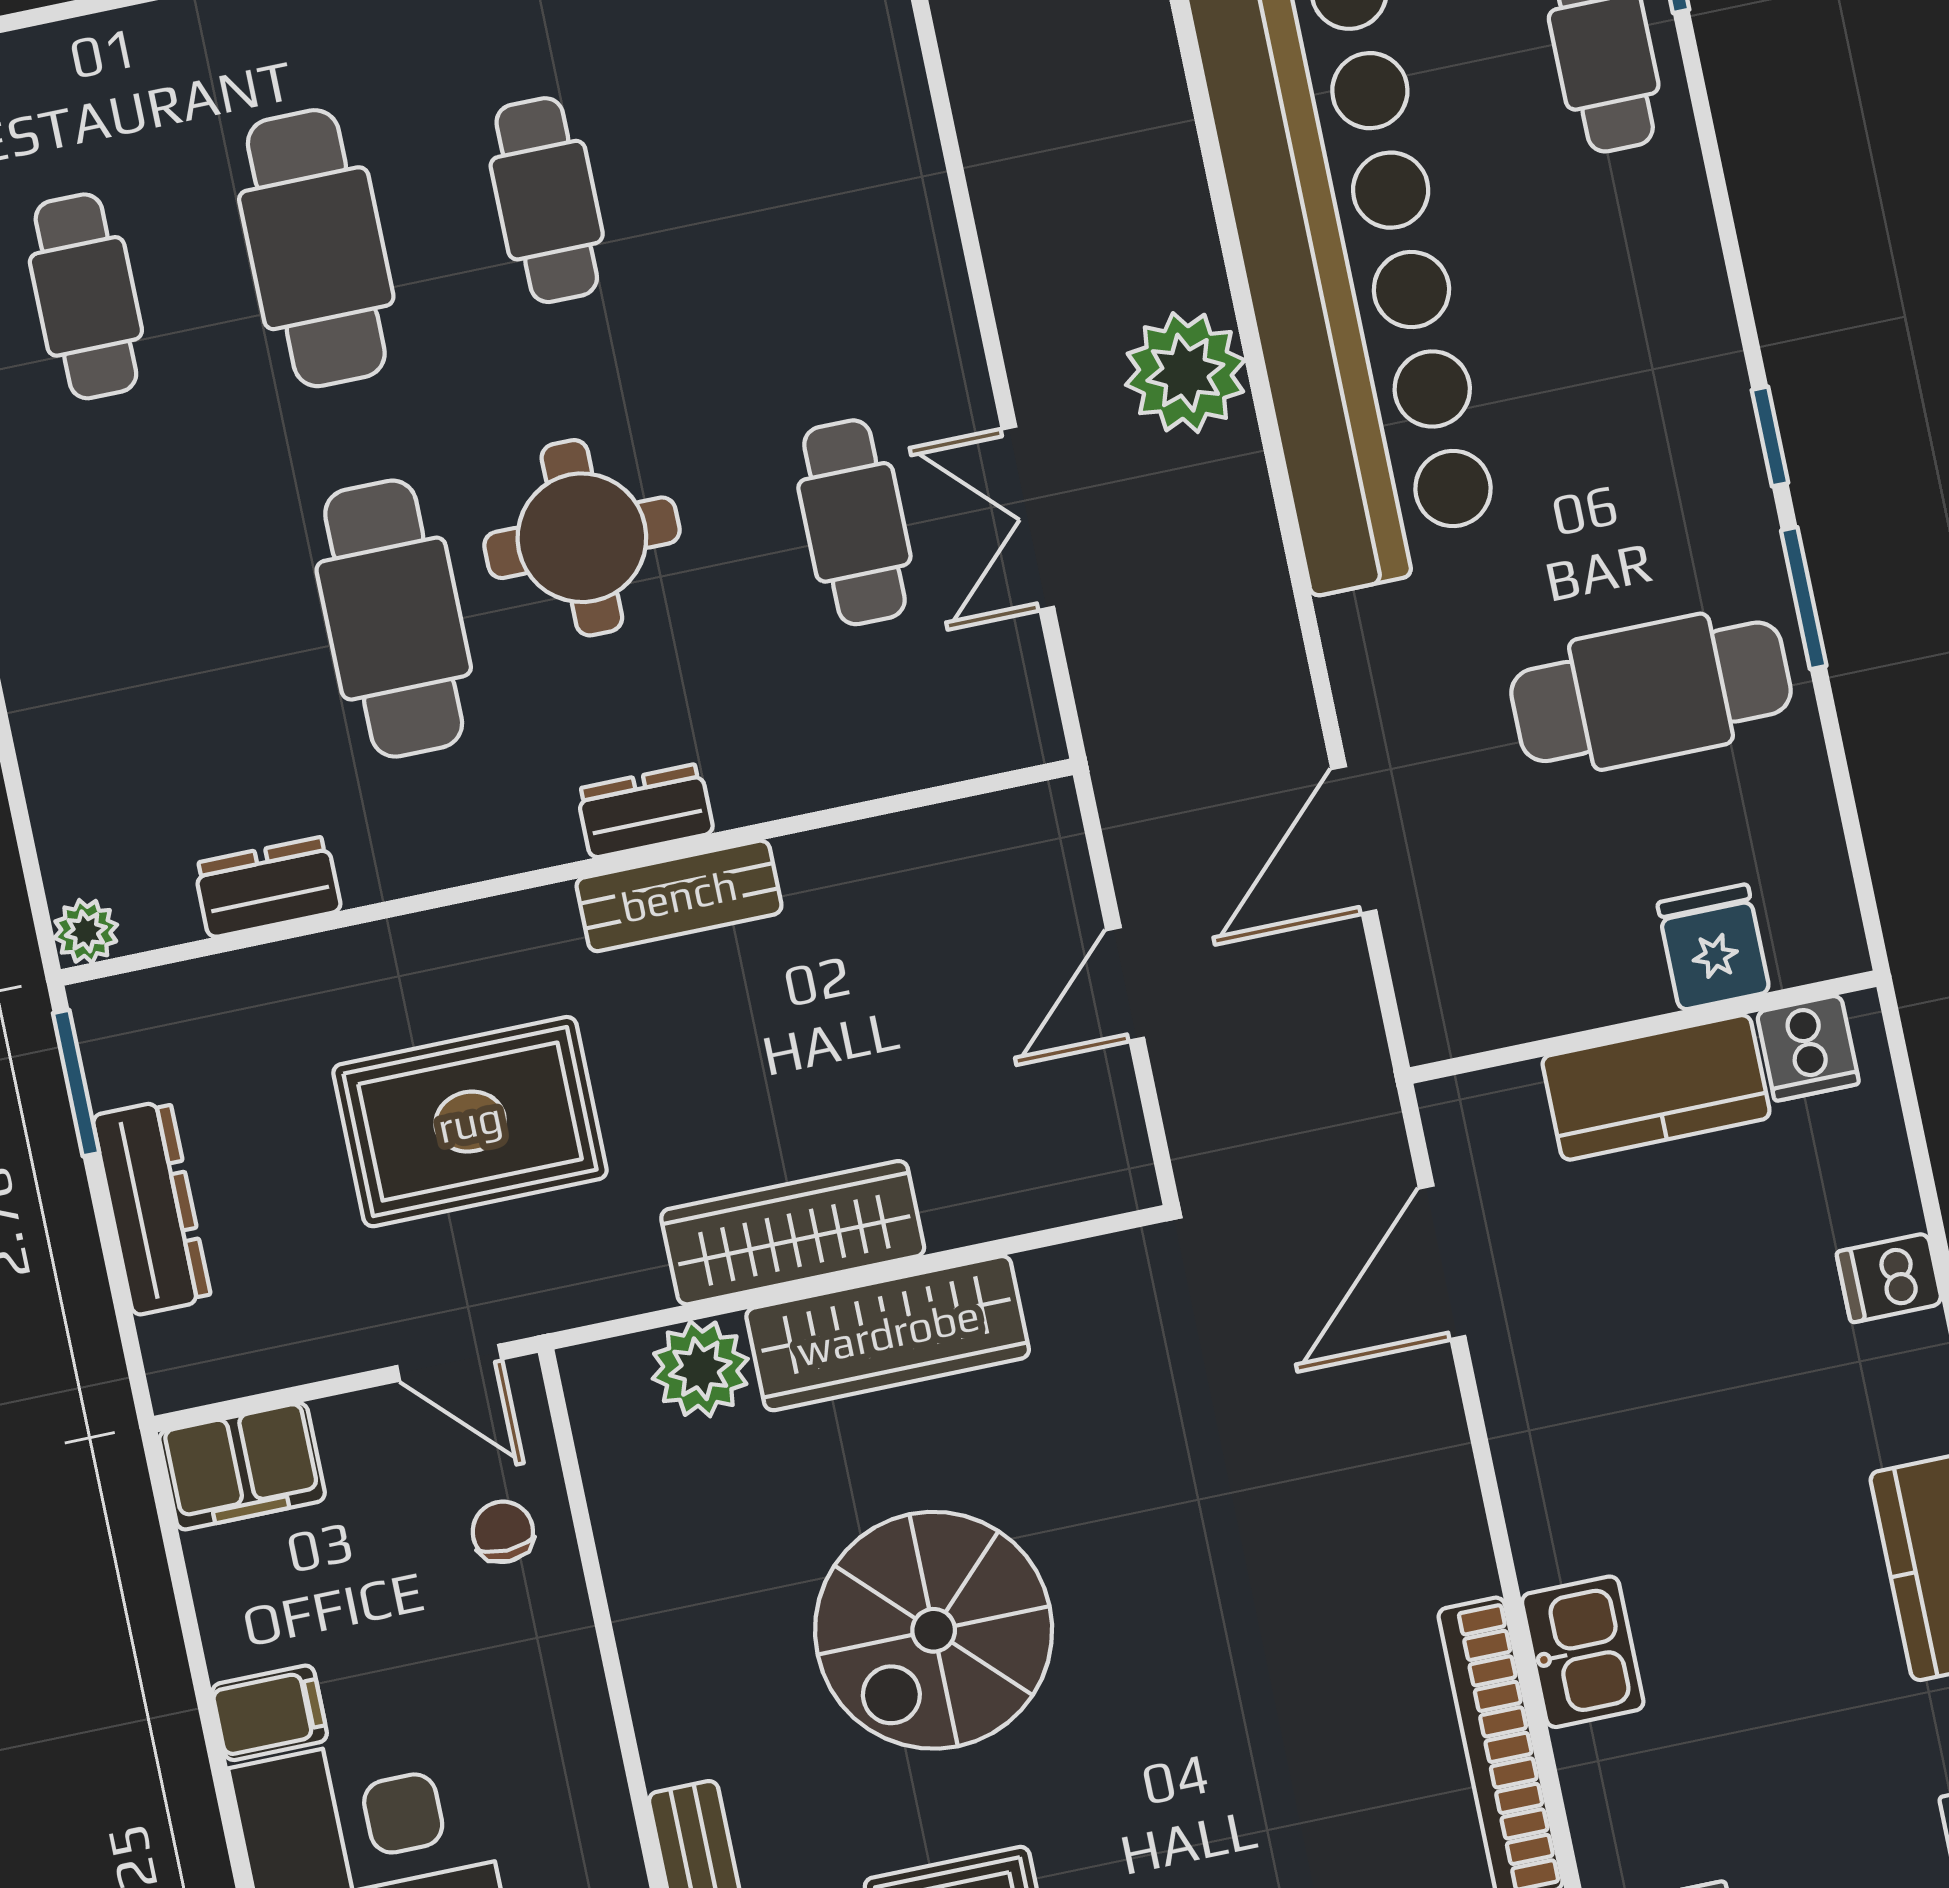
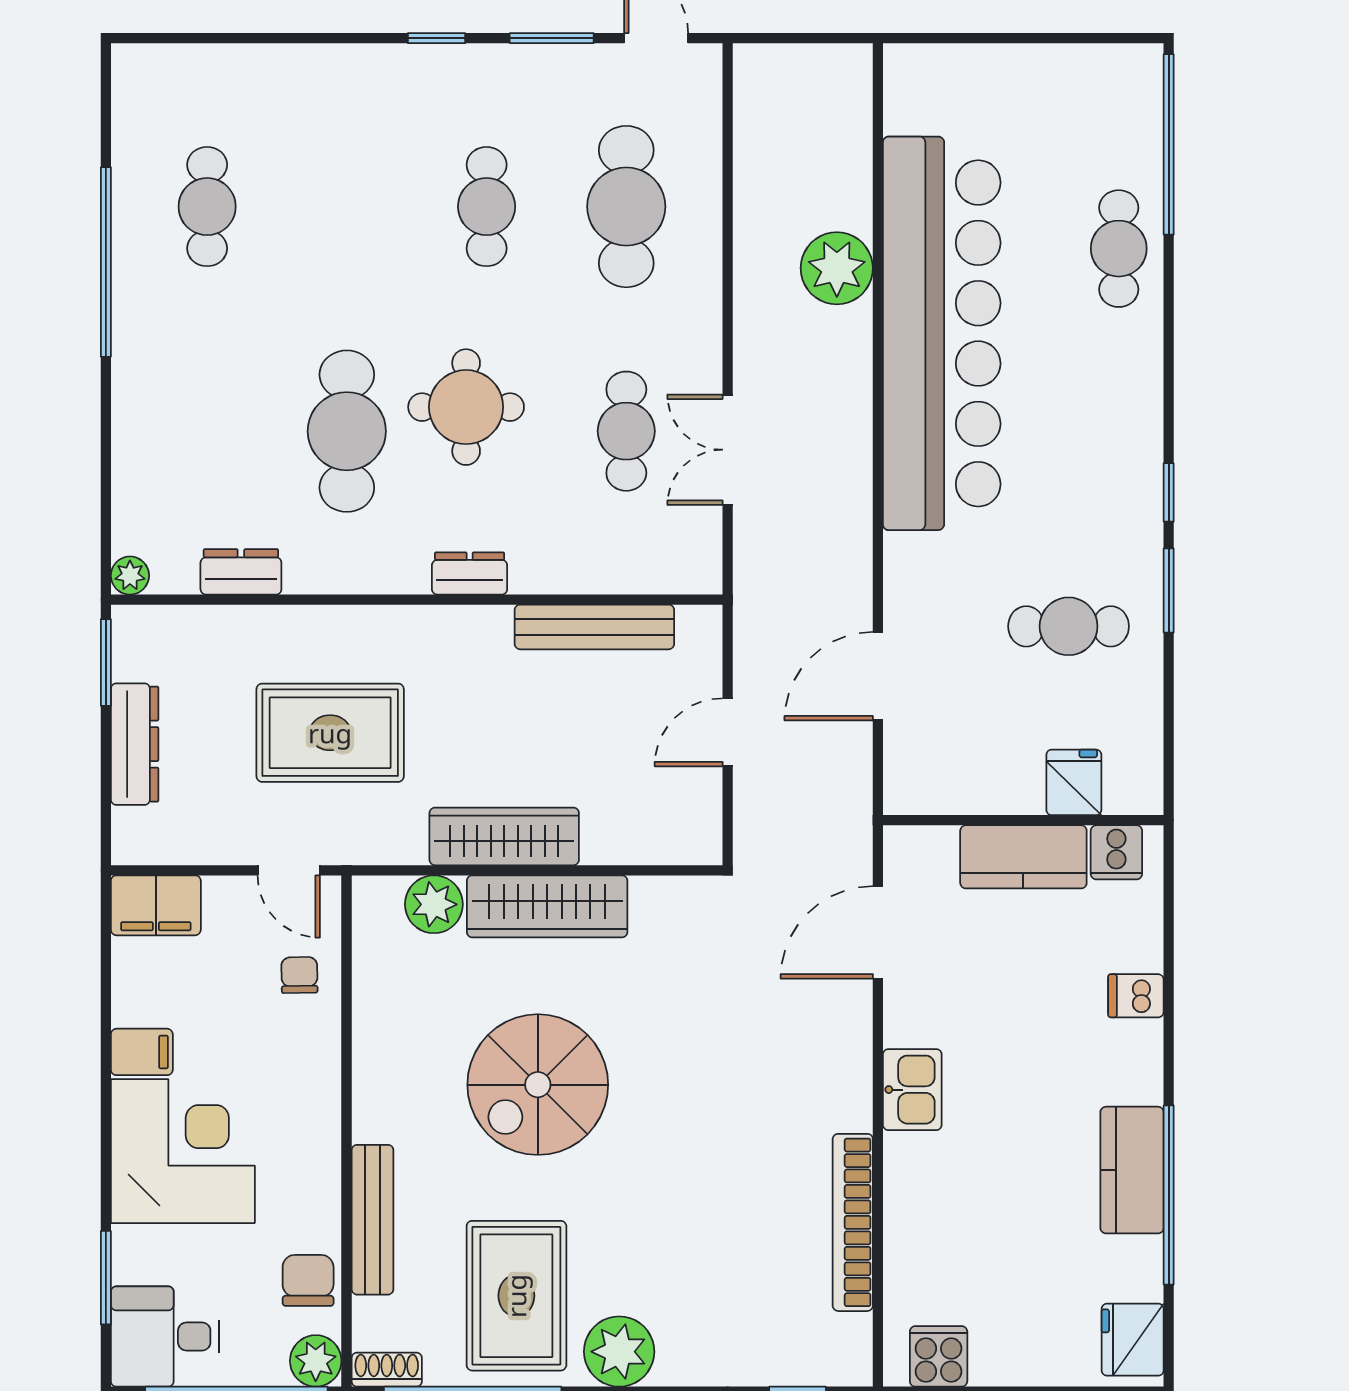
cafe table: (316, 248) -> (626, 207), moved
plant: (1185, 373) -> (837, 268), moved
cafe table: (1651, 692) -> (1069, 626), width x0.73, depth x0.74
bench: (679, 896) -> (594, 627), moved, width x1.36
kitchen sink: (1583, 1652) -> (912, 1090), moved

